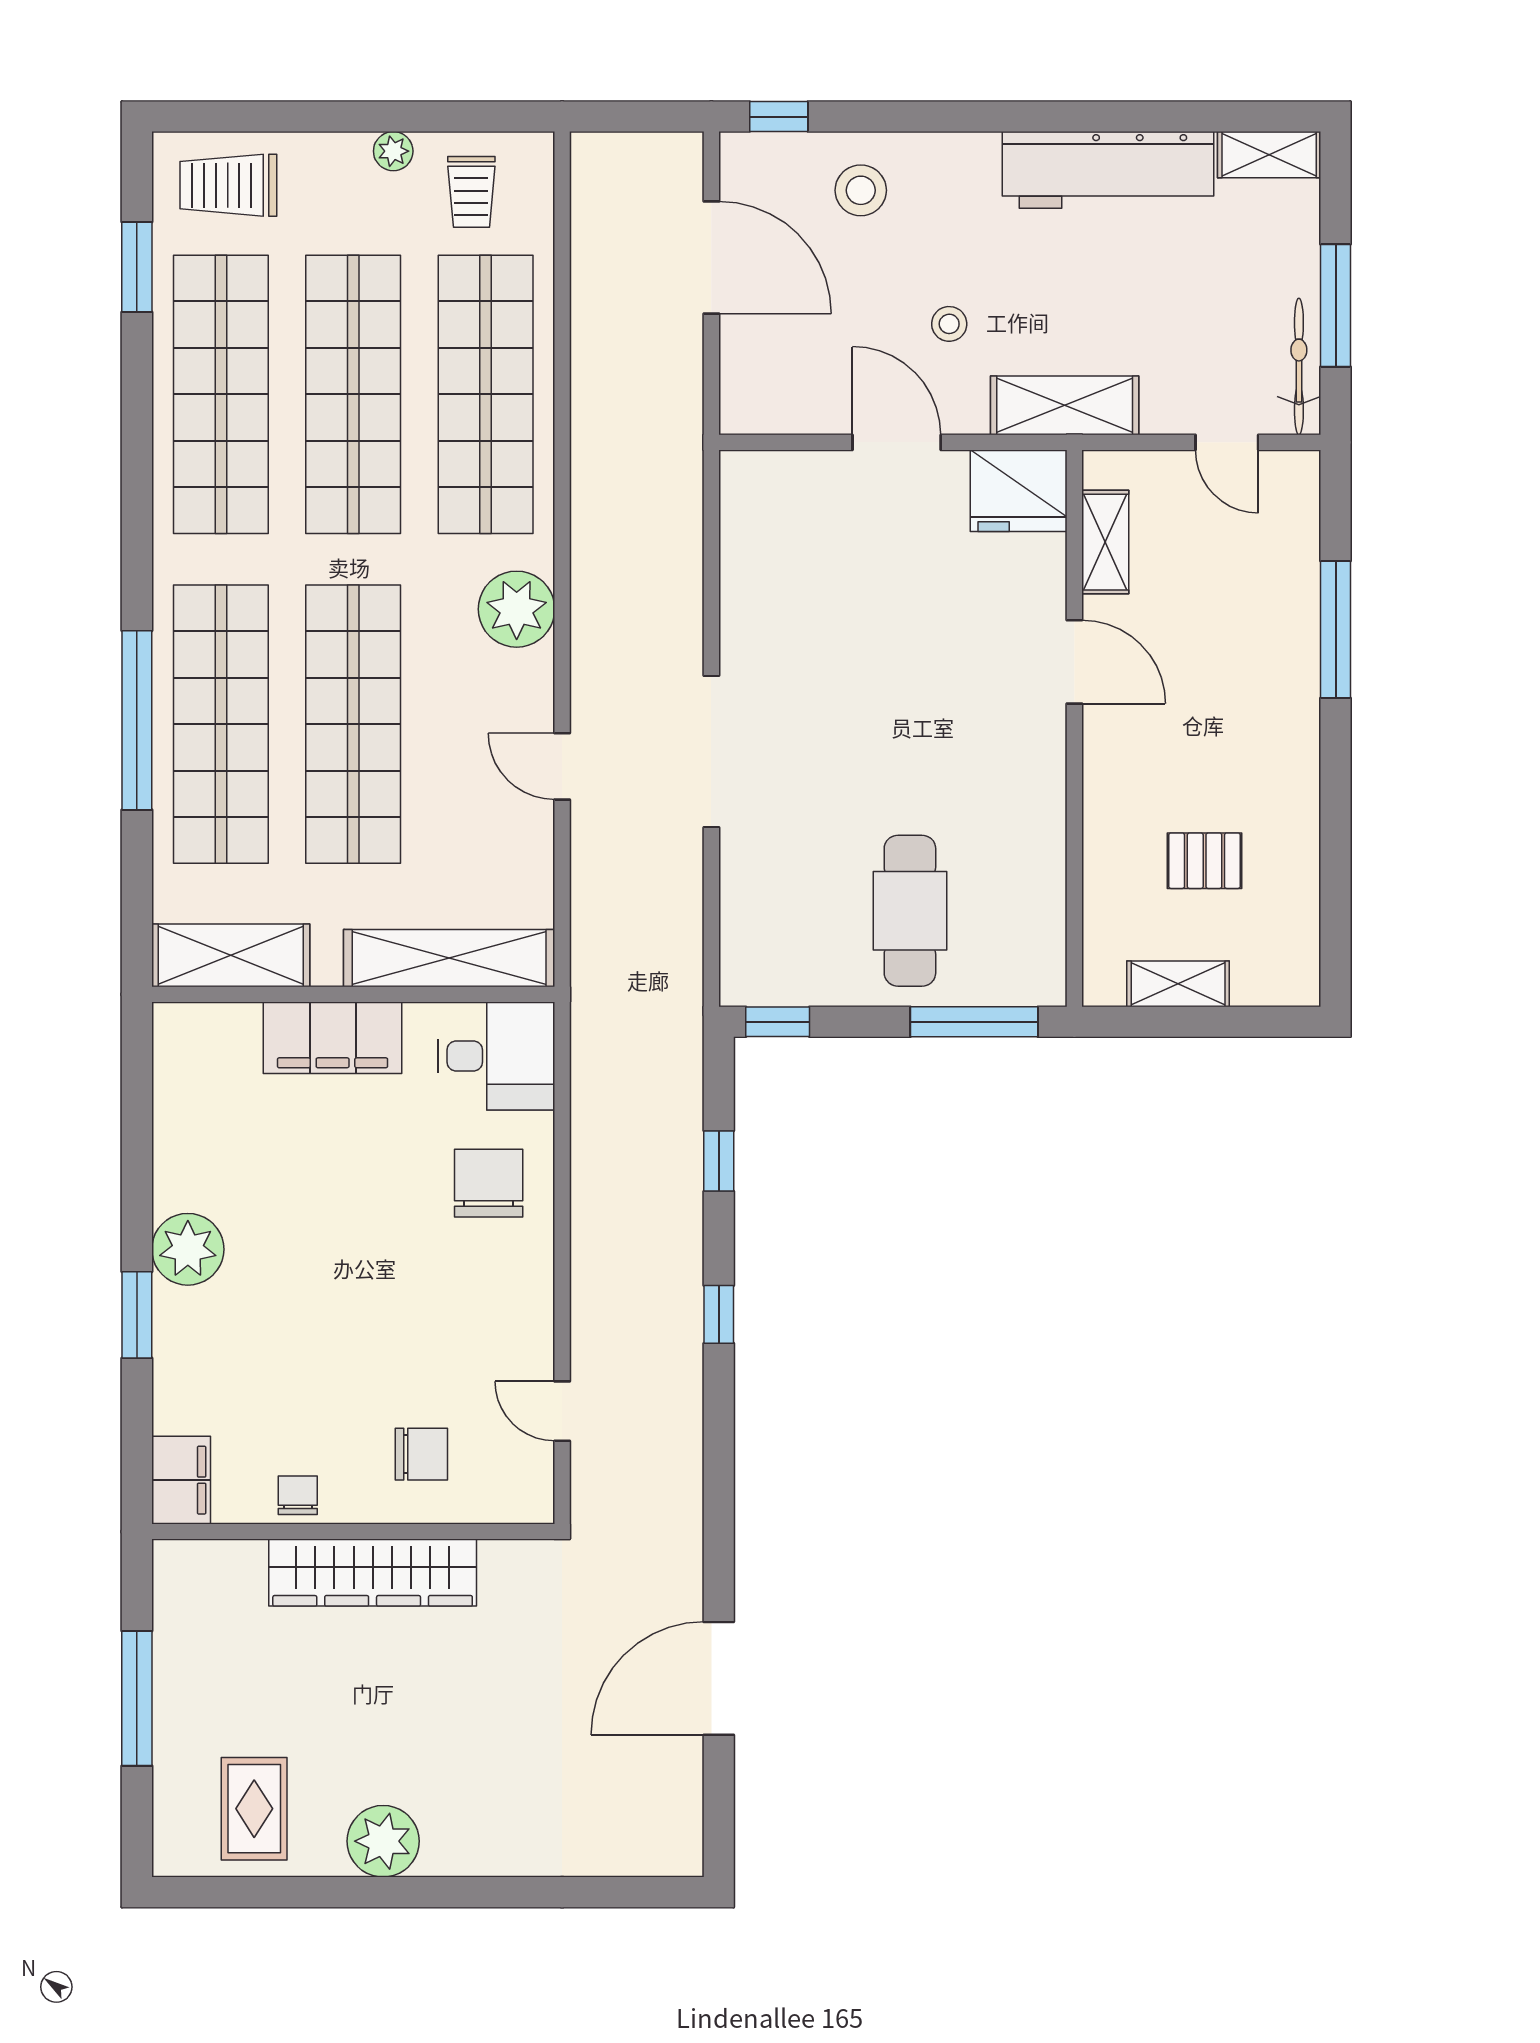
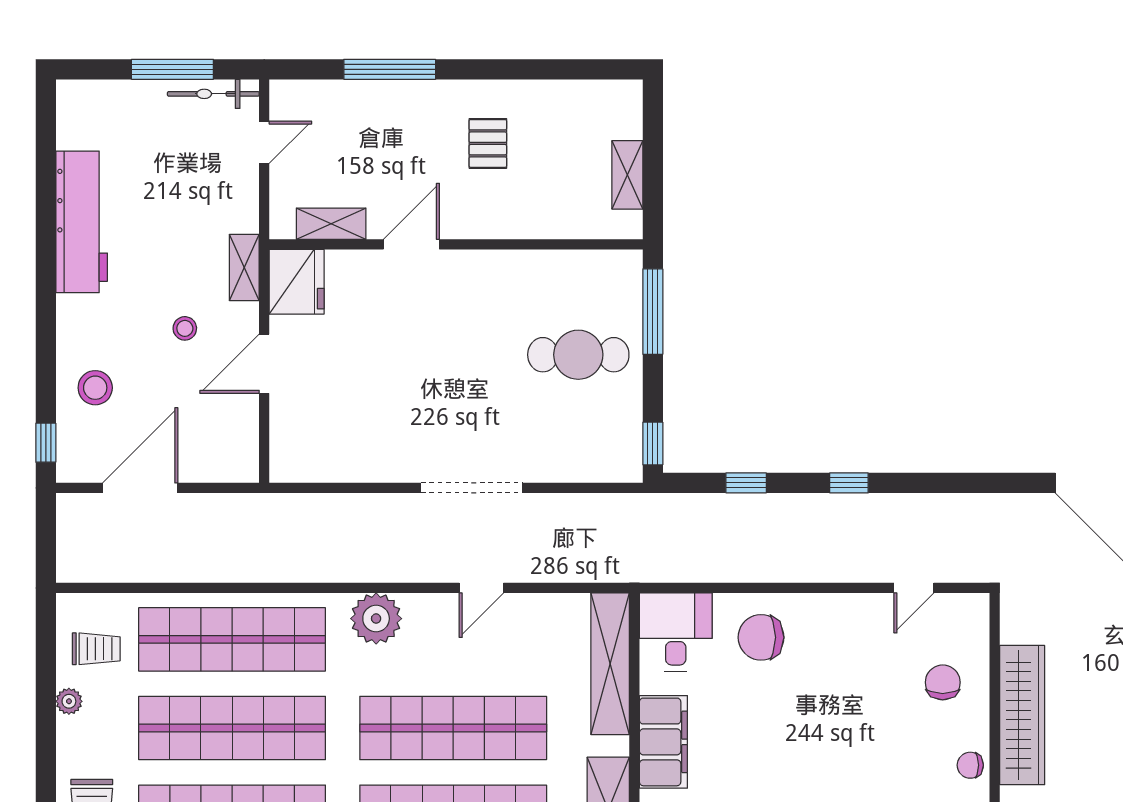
shelving: (1269, 155) -> (71, 114), removed
shelving: (1065, 405) -> (244, 267), width x0.67, depth x0.75
pallet: (1205, 861) -> (488, 143), moved

